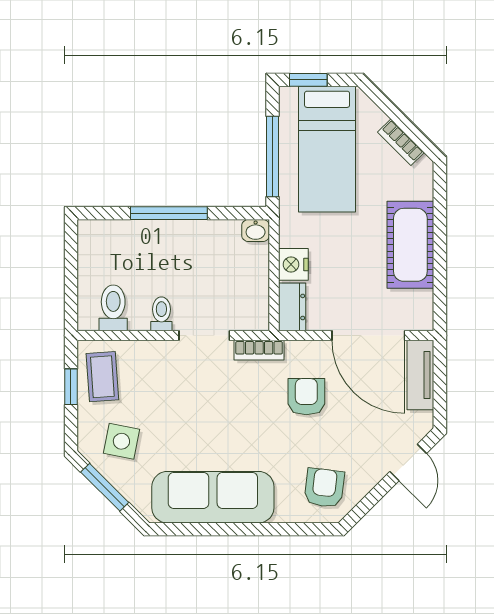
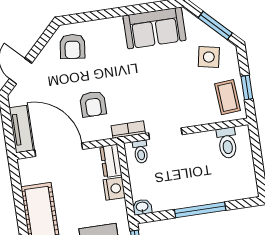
toilet: (161, 314) -> (141, 152), moved
sofa: (213, 497) -> (154, 28), width x0.73

